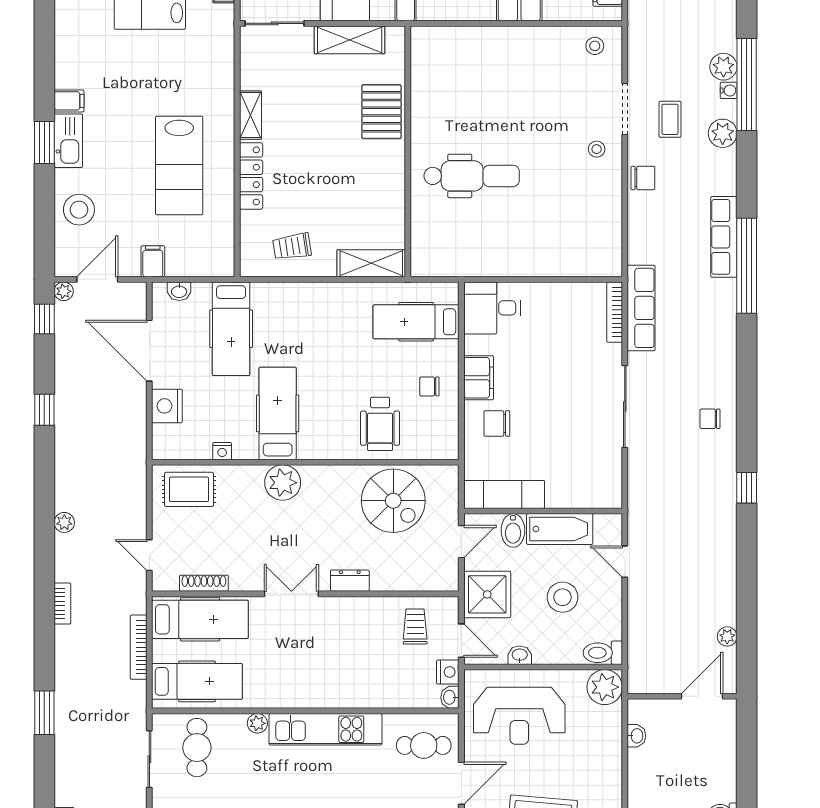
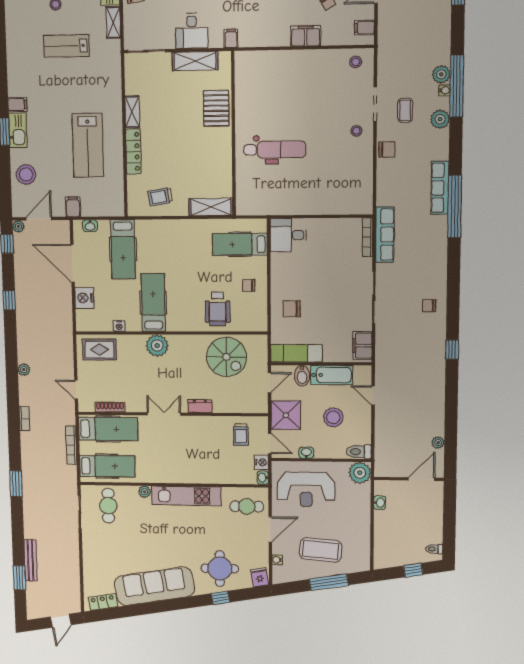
filing cabinet: (479, 378) -> (362, 346), moved, turned 180
trolley: (415, 626) -> (241, 434), turned 180

